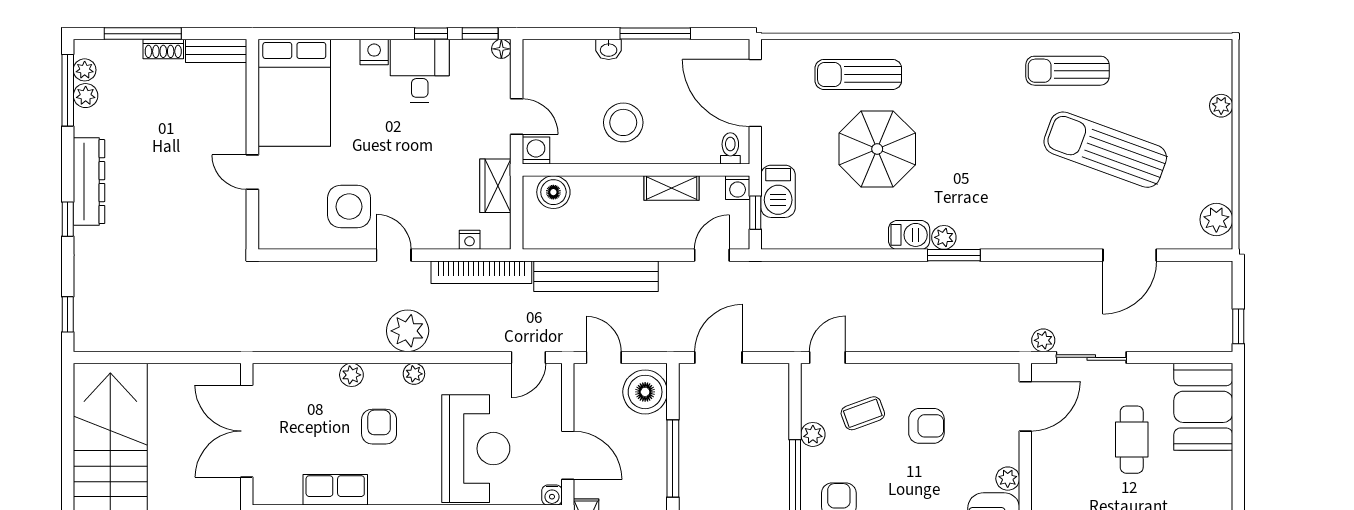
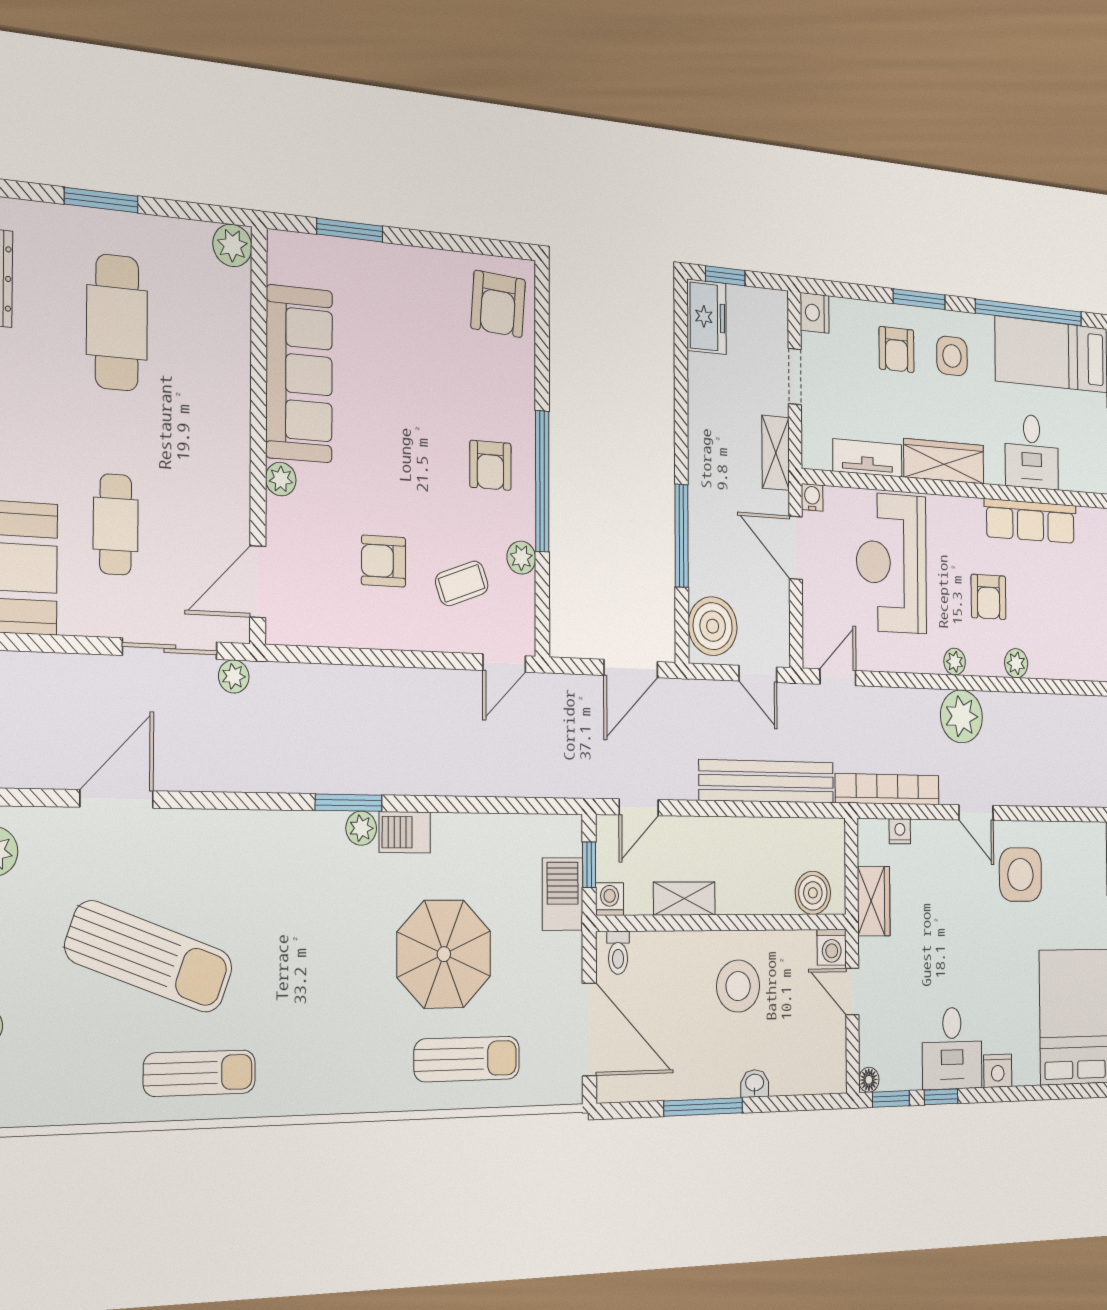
row of seats: (335, 490) -> (1030, 521), width x1.48

